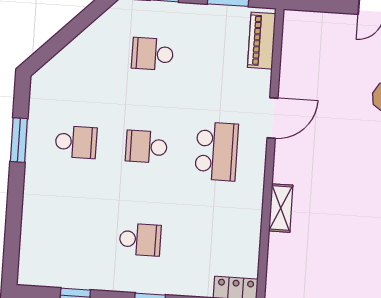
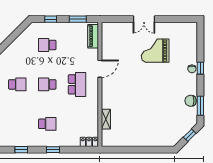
shelving: (281, 208) -> (106, 119), moved

